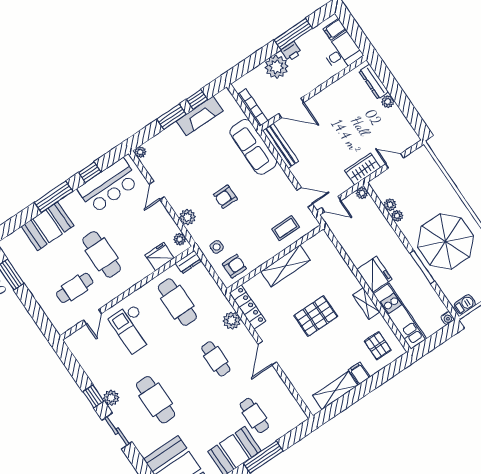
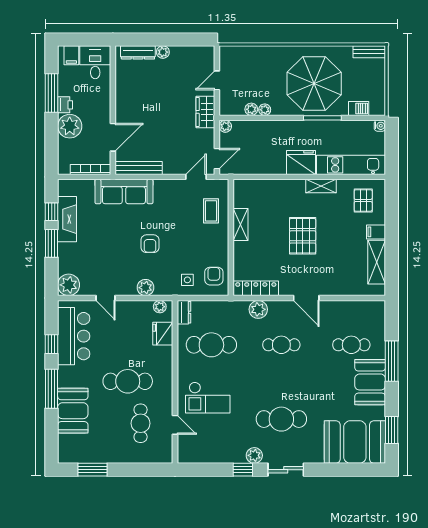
plant: (140, 152) -> (69, 285), width x1.87, depth x1.87
shelving: (286, 266) -> (240, 224), width x0.67, depth x0.75
barbecue: (465, 304) -> (359, 108), moved, turned 90
pallet: (378, 346) -> (363, 200), turned 90

